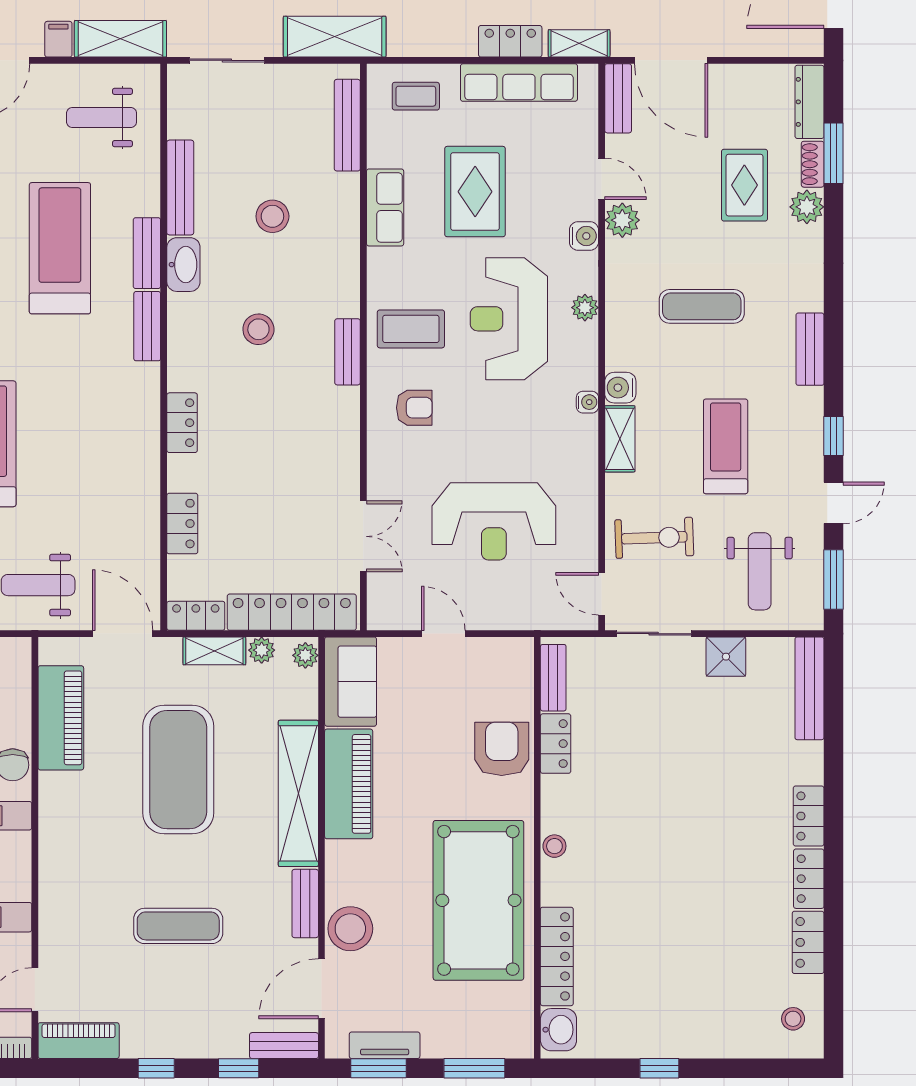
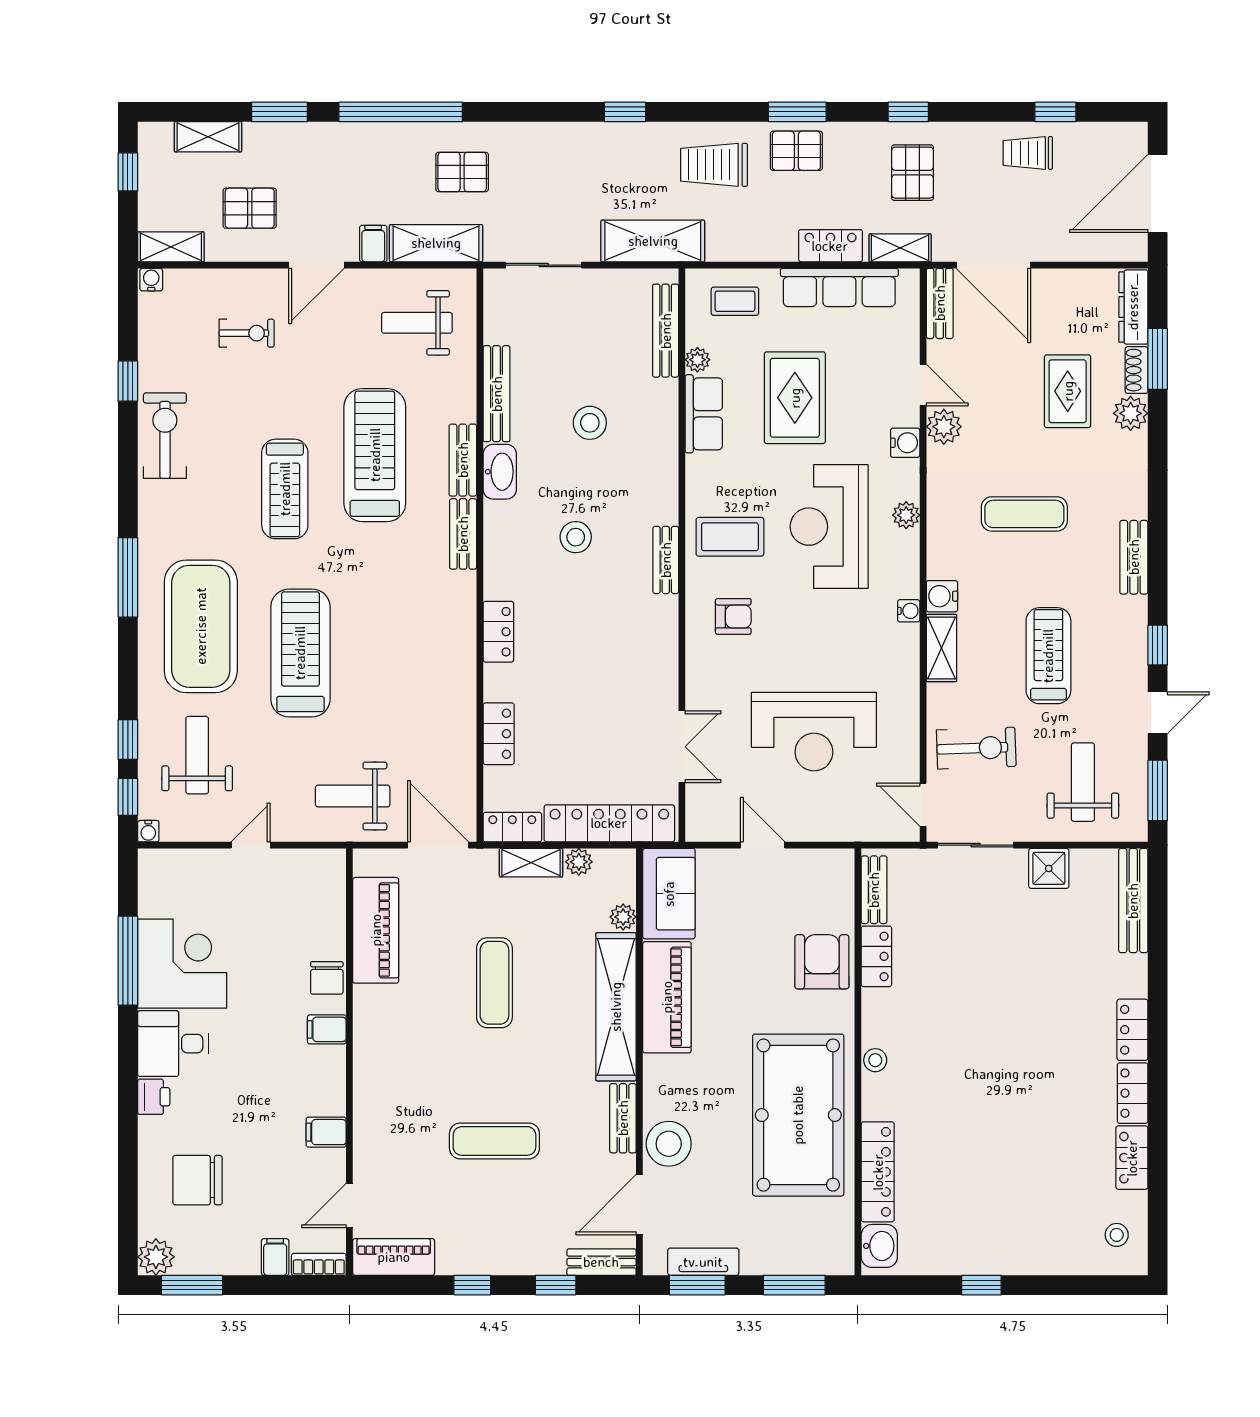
plant: (379, 154) -> (697, 360), added
weight bench: (760, 571) -> (1083, 782), turned 180
plant: (305, 655) -> (623, 917), moved
exercise mat: (178, 770) -> (494, 983), width x0.50, depth x0.69

